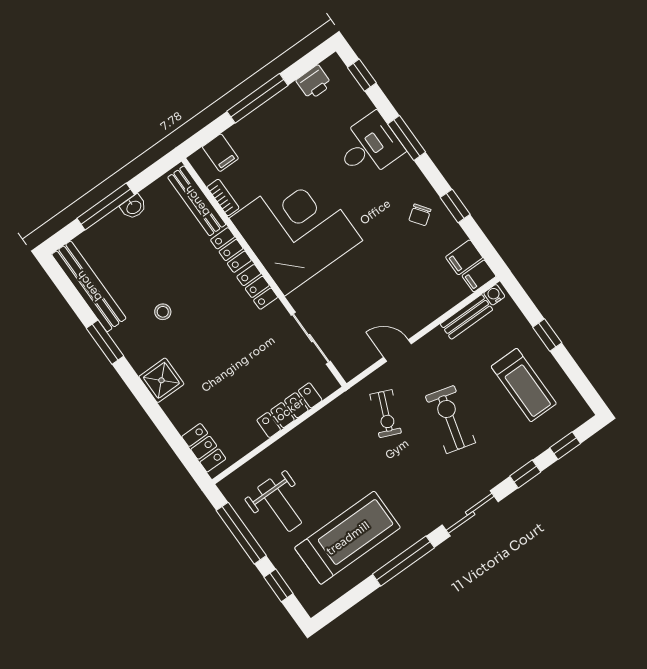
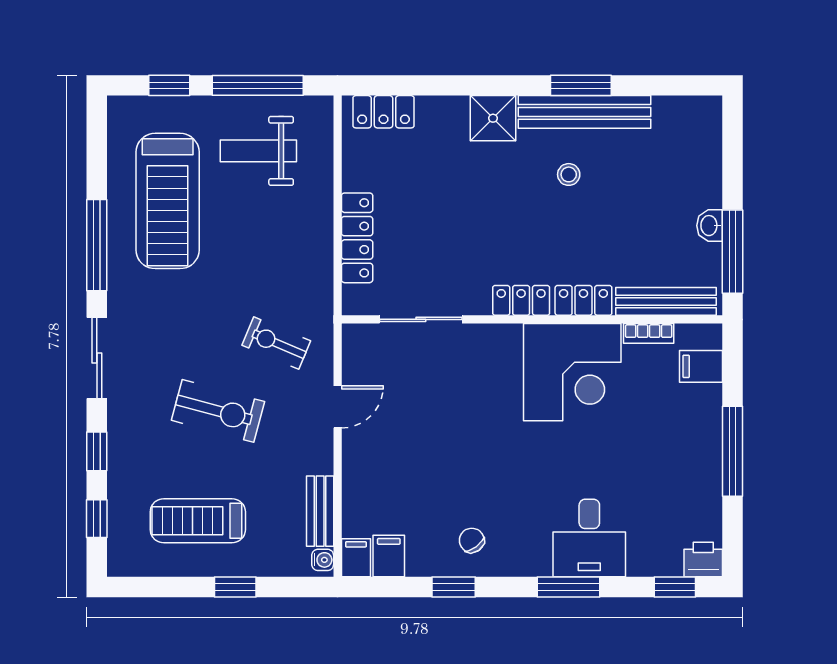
printer: (314, 82) -> (703, 560), moved, turned 90
window: (106, 206) -> (733, 252), moved
corner desk: (296, 229) -> (572, 372), width x0.74, depth x0.74
bench: (89, 286) -> (584, 112), moved

